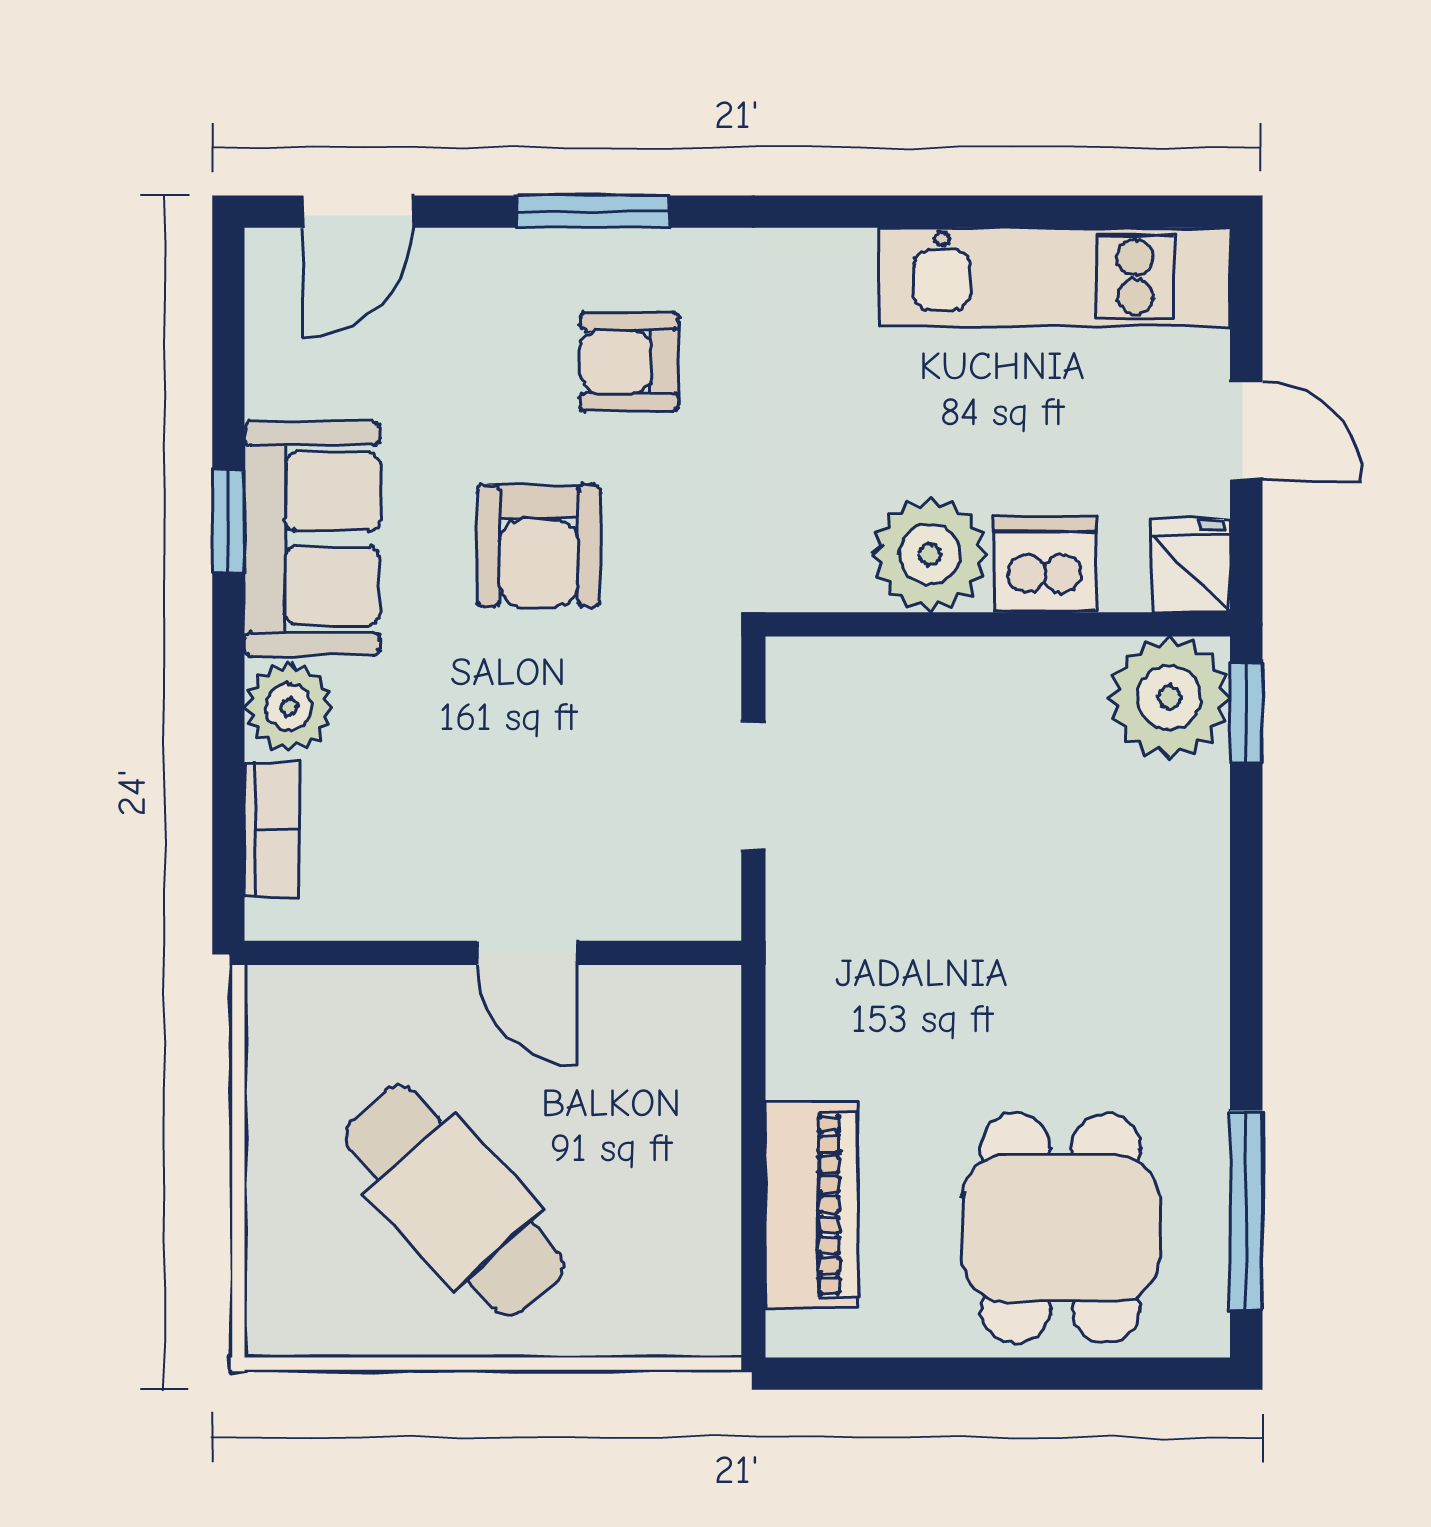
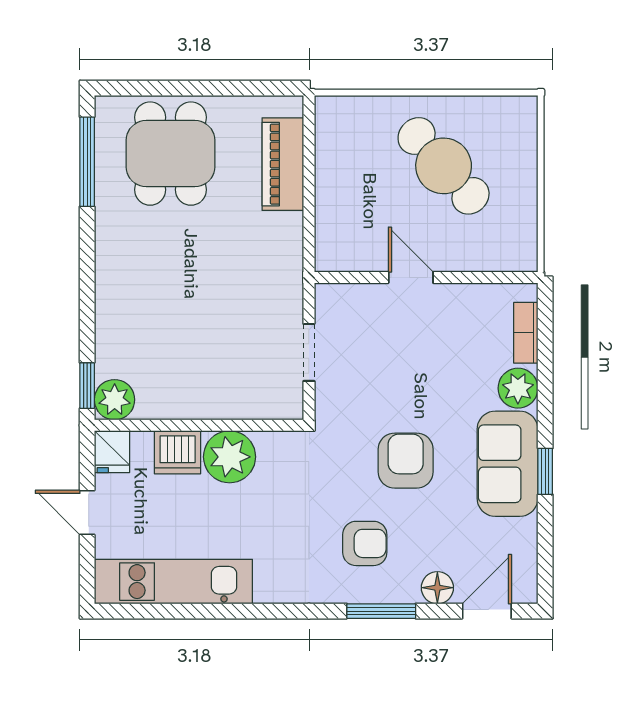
floor lamp: (468, 263) -> (437, 588), added
plant: (1169, 697) -> (115, 400), width x0.73, depth x0.73

